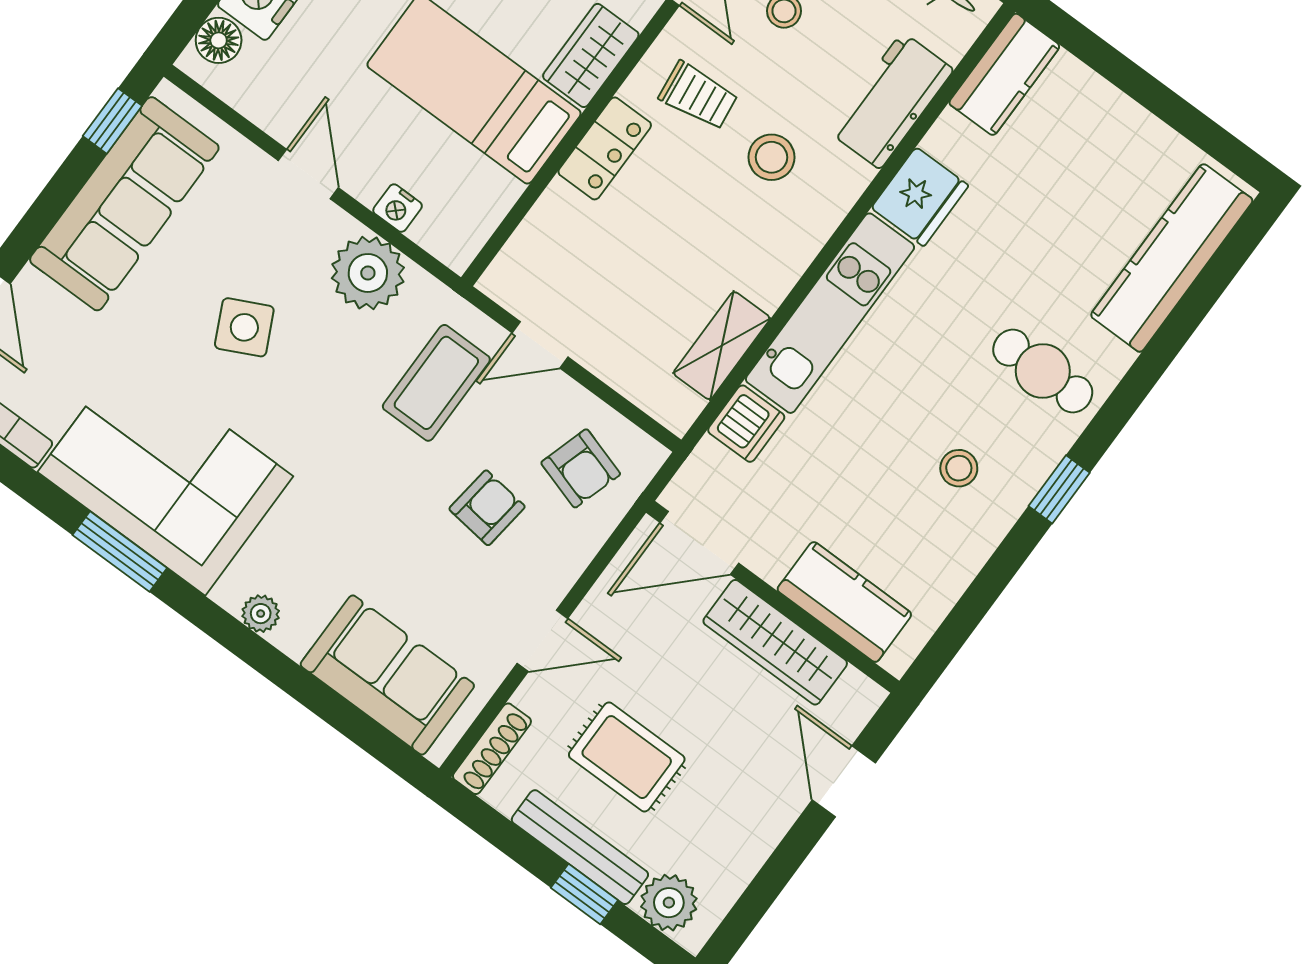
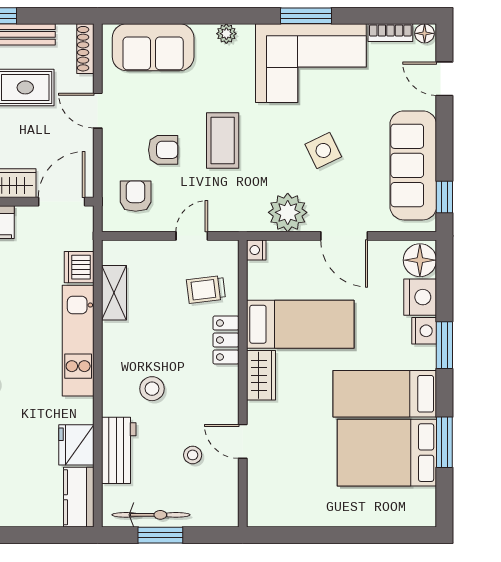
floor lamp: (219, 40) -> (420, 260), width x1.38, depth x1.38
trolley: (698, 96) -> (206, 289), moved
door: (308, 174) -> (344, 236), width x1.38
fridge: (920, 197) -> (76, 445), moved
nightstand: (398, 208) -> (256, 250), moved, turned -90
coffee table: (436, 383) -> (223, 140), moved
armchair: (581, 468) -> (136, 196), turned 73
armchair: (487, 508) -> (163, 150), turned -97
door: (542, 641) -> (98, 111), hinge flipped

